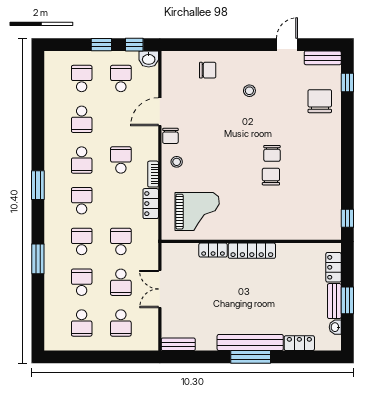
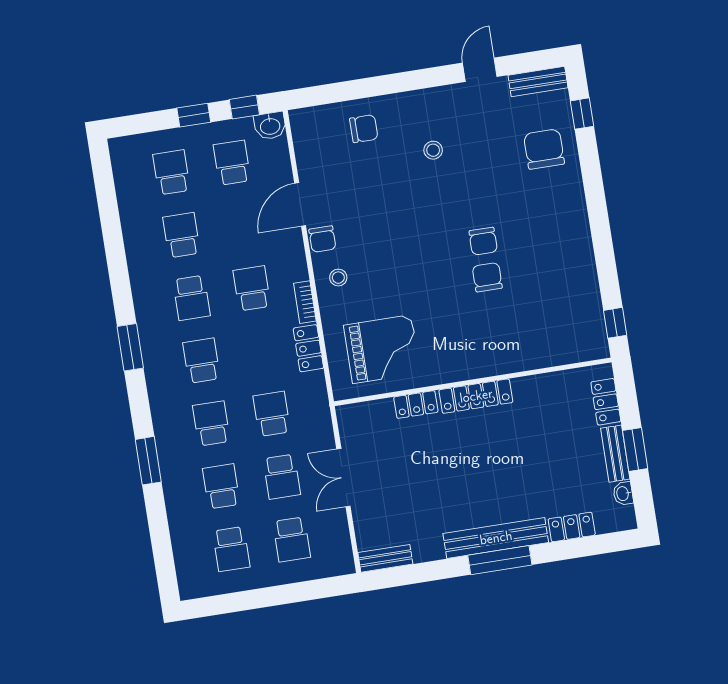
school desk: (82, 119) -> (182, 235), turned 180

